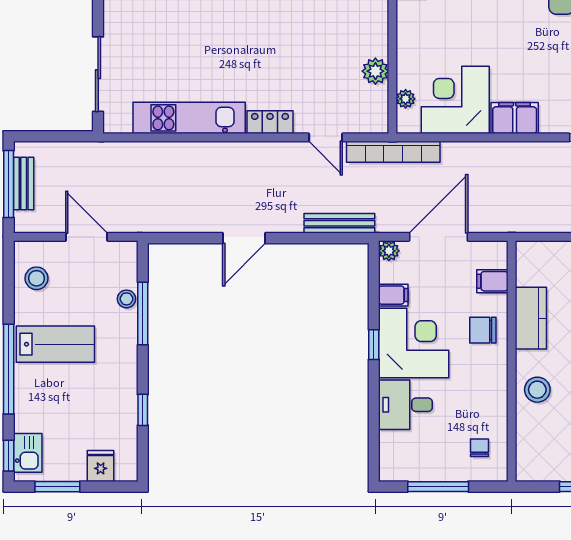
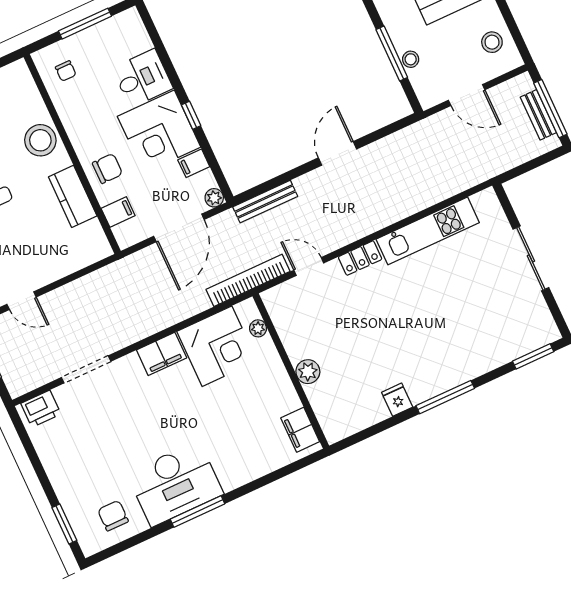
plant: (375, 71) -> (308, 372), moved
sliding door: (98, 74) -> (531, 258), moved
stool: (537, 390) -> (40, 140), width x1.38, depth x1.38

